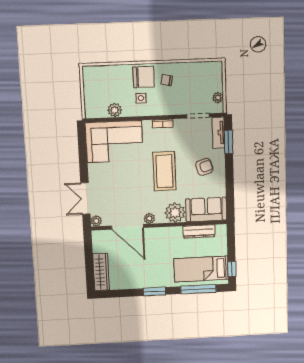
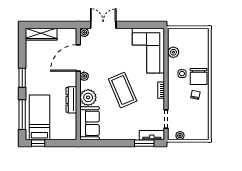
armchair: (204, 167) -> (125, 123), removed
coffee table: (164, 171) -> (123, 90), turned 67
dresser: (199, 231) -> (71, 100), moved

